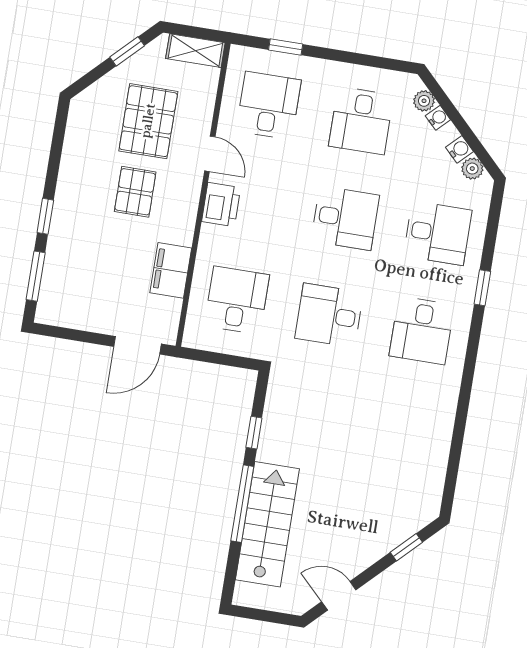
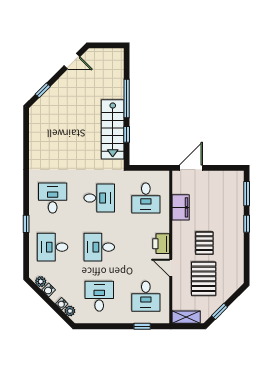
stairs: (267, 524) -> (113, 129), moved

